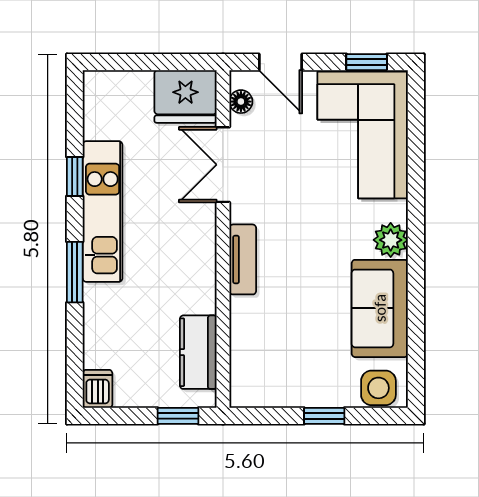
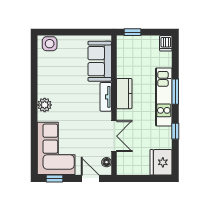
fridge: (185, 96) -> (161, 162), moved, turned -90
kitchen unit: (103, 211) -> (164, 97), moved
sofa: (380, 308) -> (100, 61), moved, turned 180
kitchen counter: (198, 352) -> (124, 94), moved
window: (324, 416) -> (72, 32), removed

